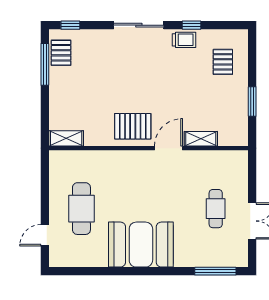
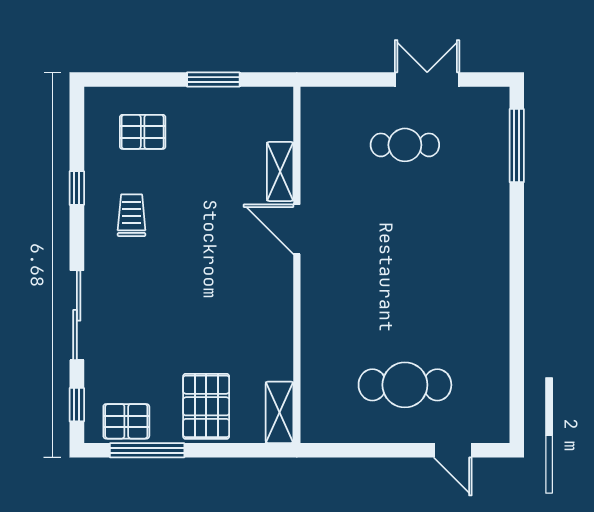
sliding door: (139, 25) -> (77, 315), moved
trolley: (184, 40) -> (132, 215), moved
pallet: (133, 126) -> (206, 406), moved
booth: (141, 245) -> (469, 279), removed

